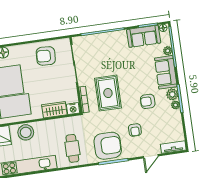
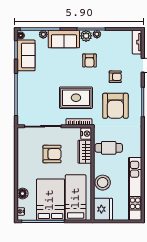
armchair: (46, 56) -> (52, 154), moved, turned -93
armchair: (108, 146) -> (115, 106), moved, turned 180
cafe table: (72, 148) -> (109, 148), moved

